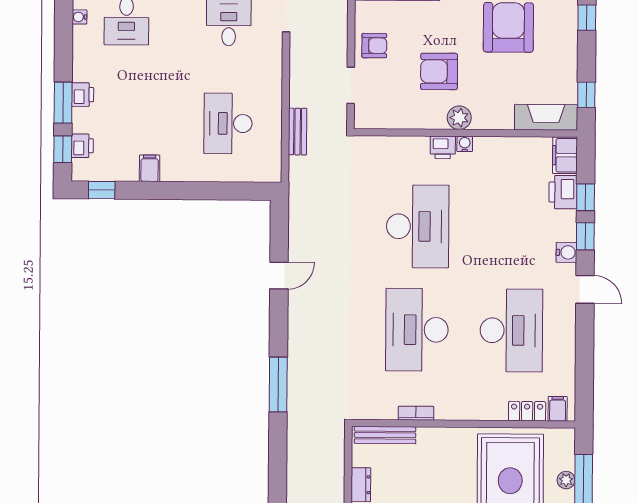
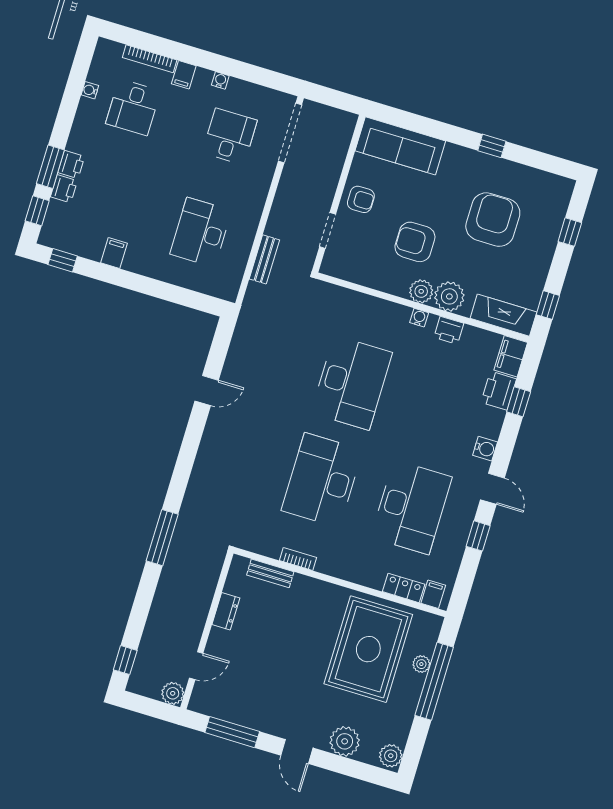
plant: (488, 115) -> (449, 296), added
printer: (82, 146) -> (64, 189), moved
printer: (443, 147) -> (449, 330), moved
window: (585, 236) -> (478, 536), moved
window: (278, 384) -> (162, 538), moved
bench: (385, 435) -> (270, 573), width x0.73

